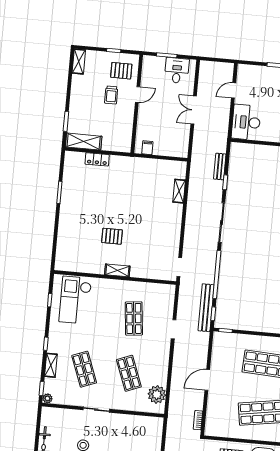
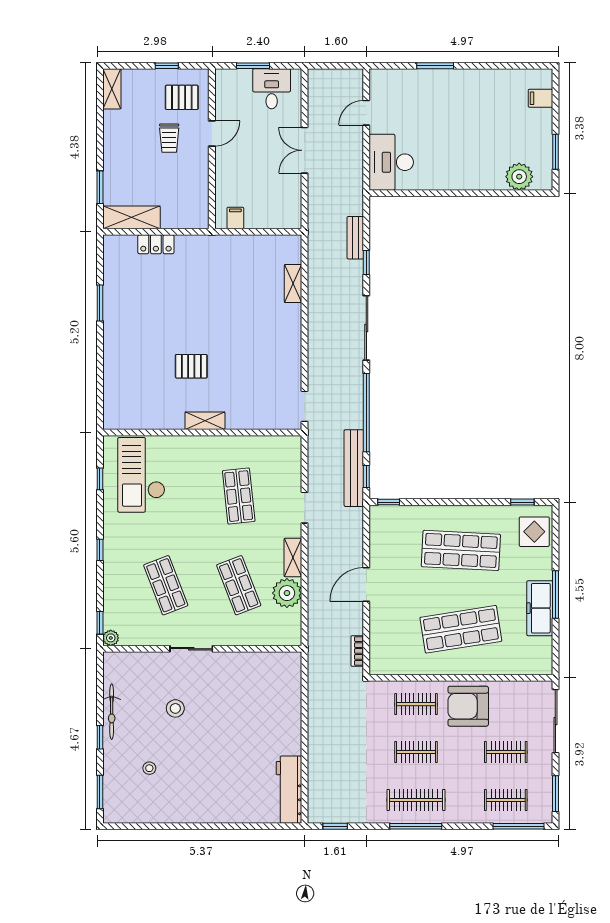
shelving: (51, 365) -> (293, 558), moved
plant: (157, 394) -> (287, 593), moved

